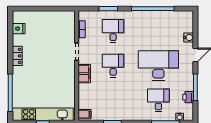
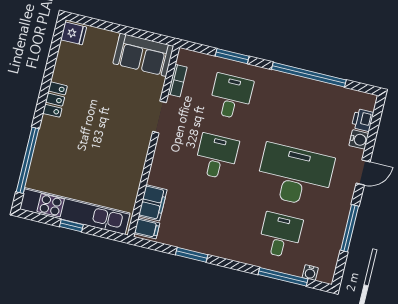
sofa: (60, 20) -> (143, 55), added
fridge: (19, 29) -> (74, 33), moved
filing cabinet: (84, 74) -> (153, 203), moved
printer: (188, 97) -> (363, 120), moved

